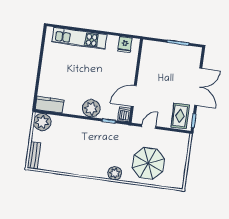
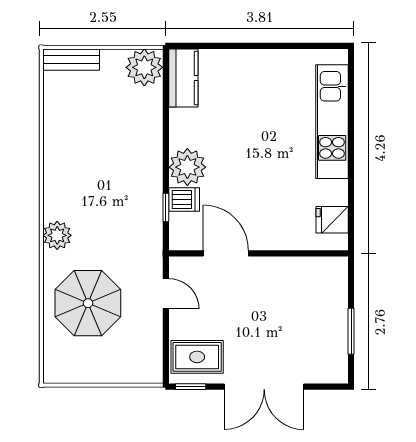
dishwasher: (124, 114) -> (184, 200), moved

